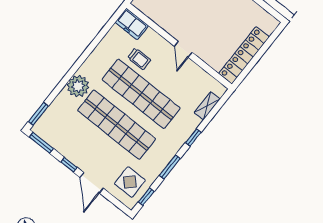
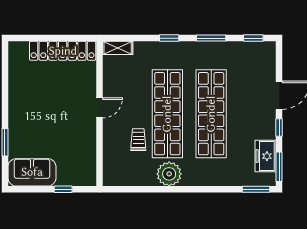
freezer: (132, 24) -> (266, 156), moved, turned 180
plant: (78, 86) -> (169, 174), moved
shelving: (207, 106) -> (118, 48), moved
display table: (130, 182) -> (252, 62), removed

